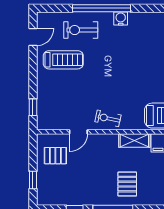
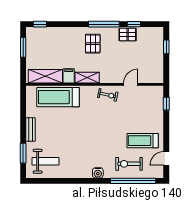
window: (102, 8) -> (133, 181), moved
exercise bike: (81, 30) -> (129, 164), turned 180
pallet: (55, 156) -> (128, 35), moved

